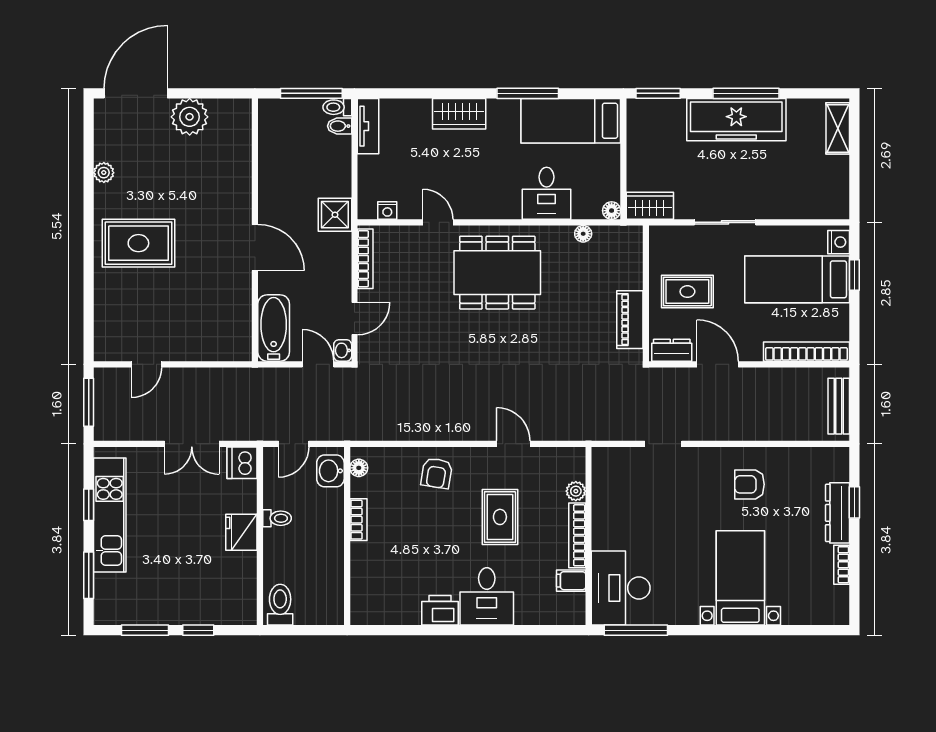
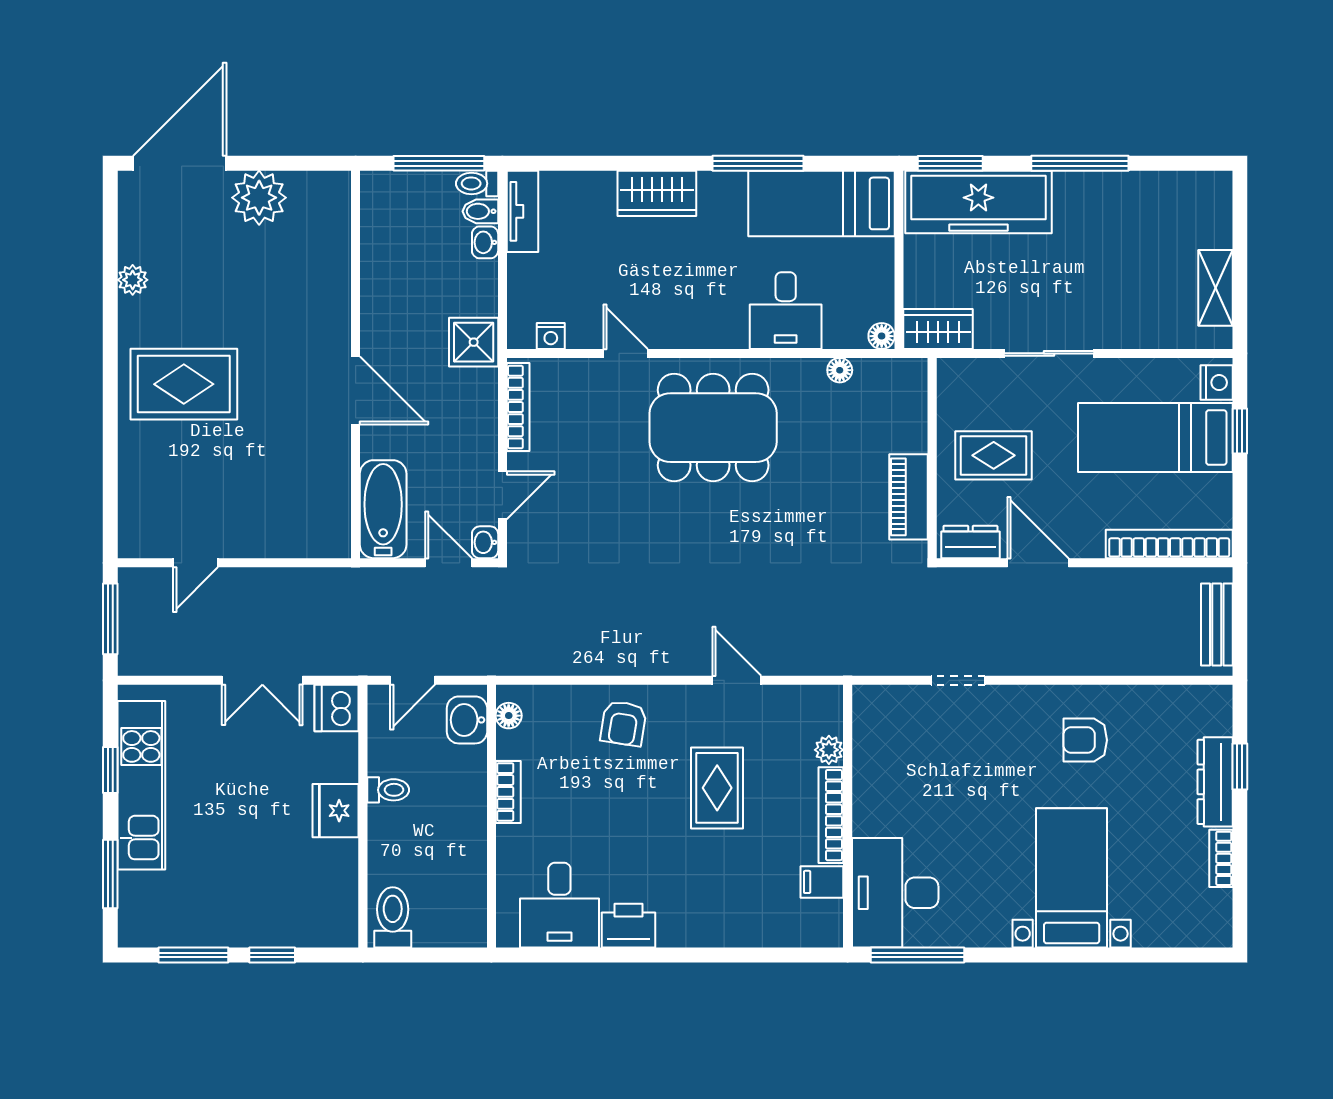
freezer: (736, 120) -> (978, 202), moved
shelving: (838, 128) -> (1215, 288), moved
washbasin: (343, 147) -> (485, 242), added
desk: (487, 596) -> (559, 905), moved

